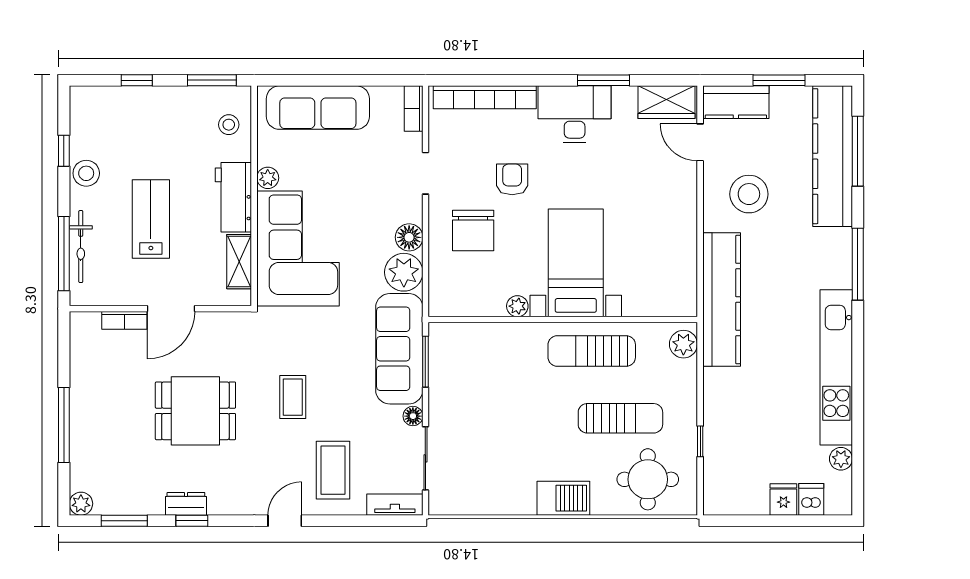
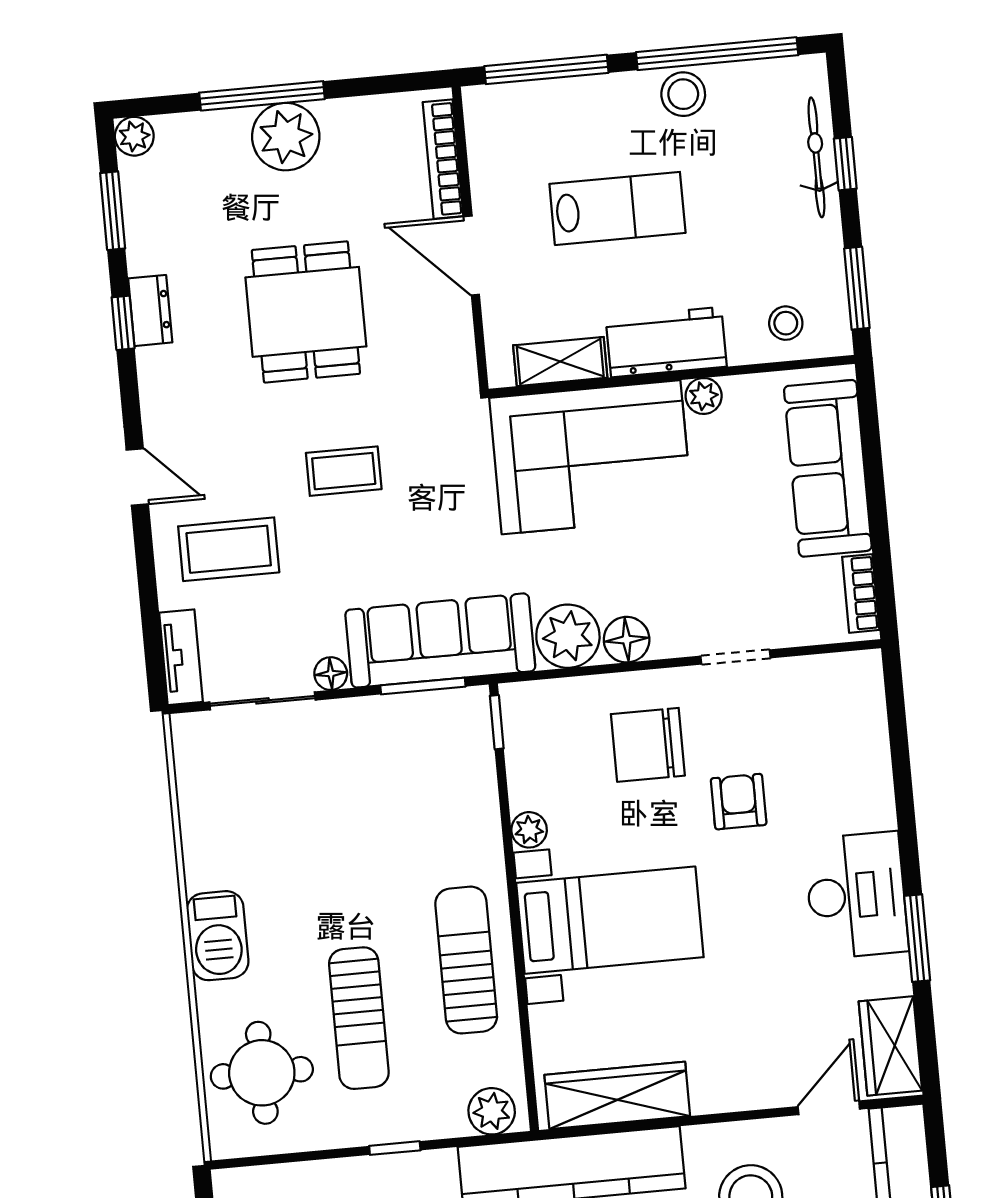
bookcase: (485, 97) -> (870, 744), removed
bookcase: (414, 109) -> (861, 593), moved, turned -90
window: (64, 151) -> (717, 54), width x3.17
armchair: (512, 179) -> (739, 802), turned -90
bicycle: (81, 247) -> (816, 157), moved, turned 90
wardrobe: (681, 268) -> (617, 1095), added
bookcase: (124, 320) -> (443, 159), width x1.56
window: (451, 320) -> (497, 722), added
plant: (90, 413) -> (286, 137), added
window: (700, 441) -> (395, 1148), moved

